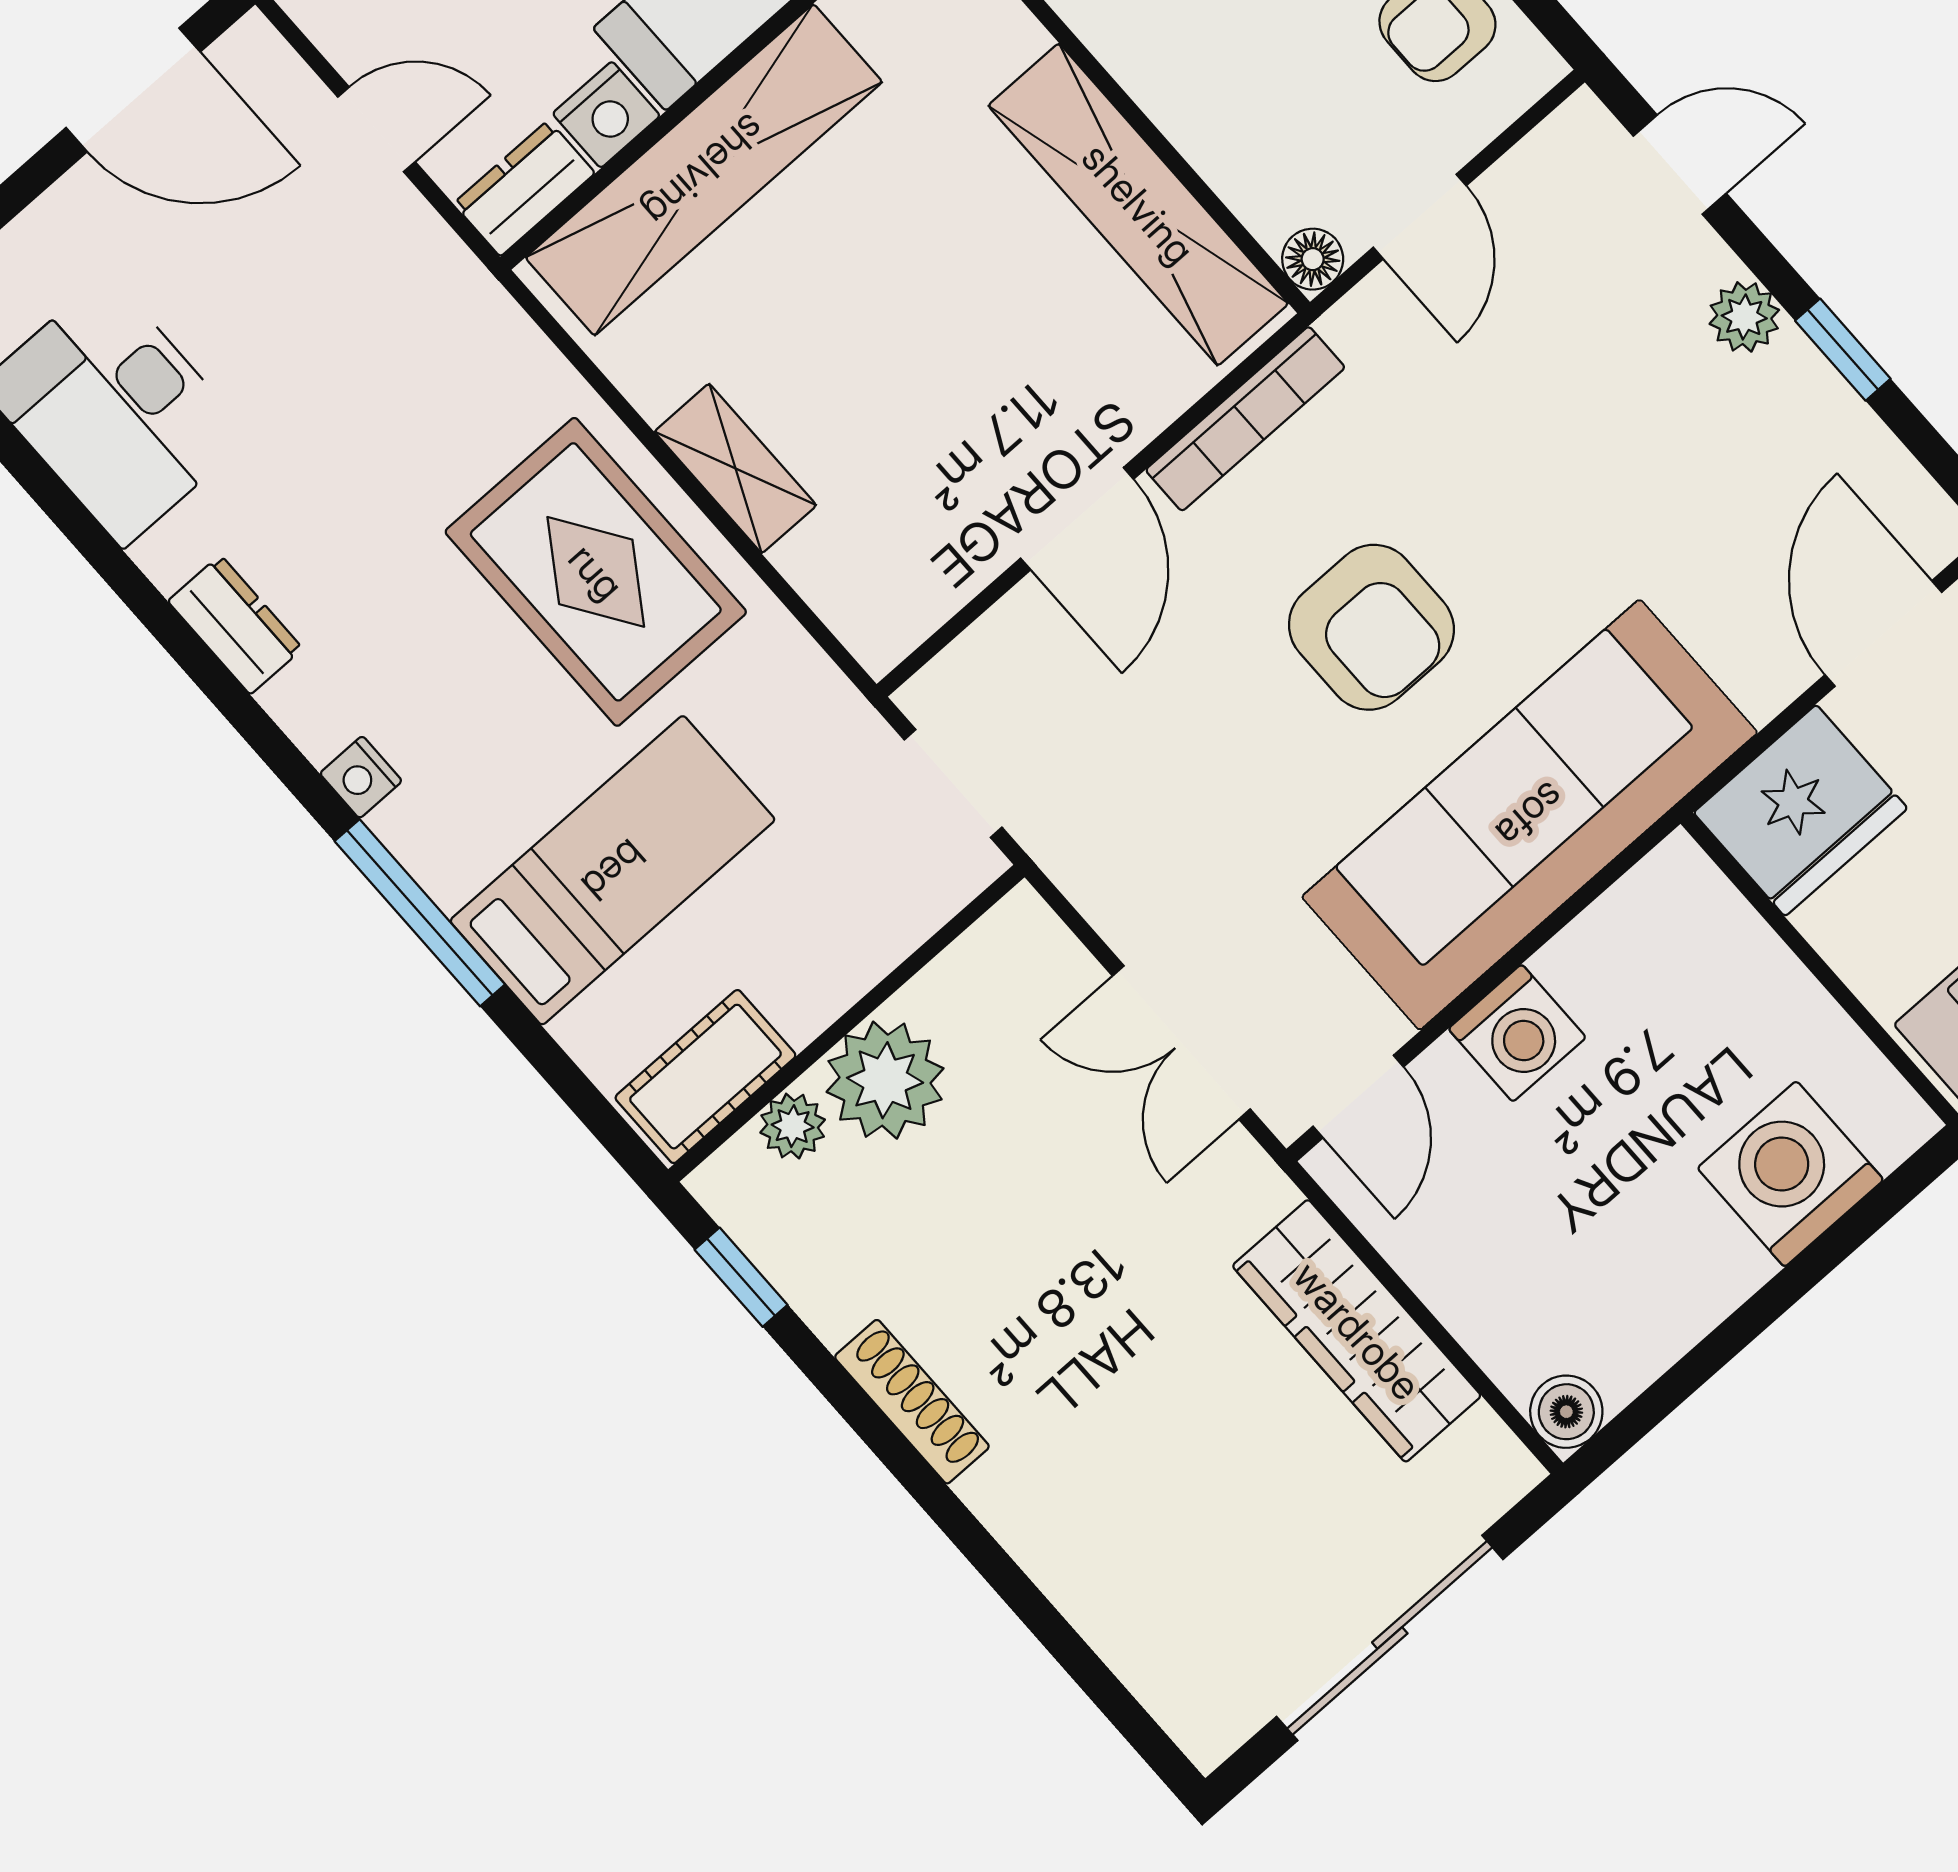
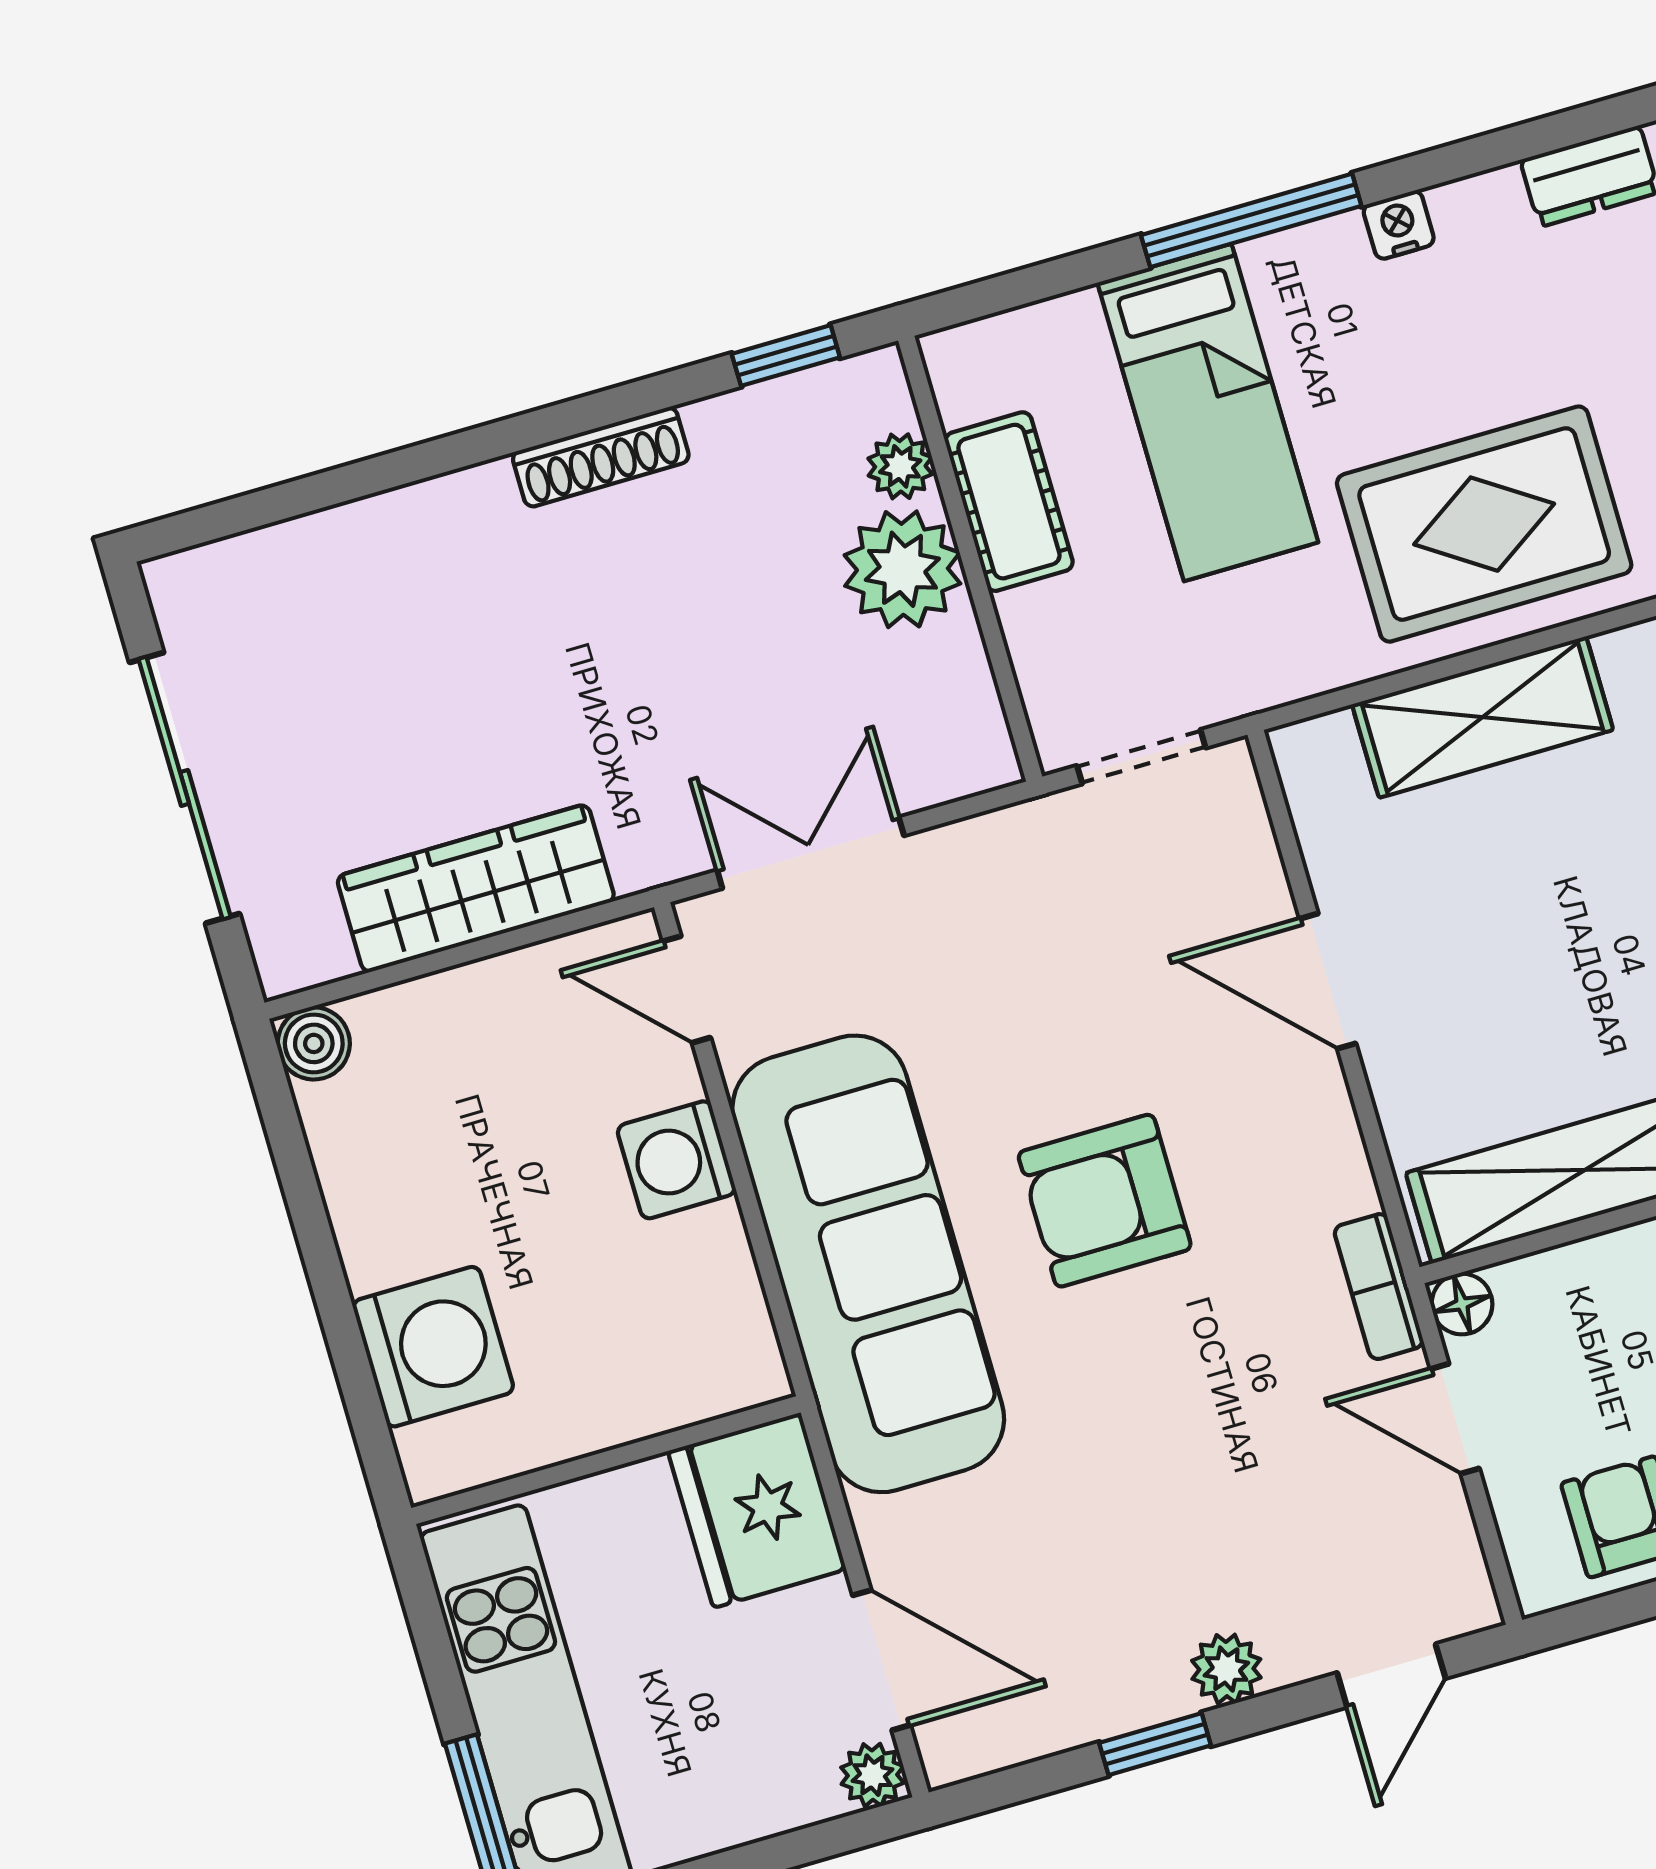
bookcase: (1245, 419) -> (1379, 1287), moved, width x0.64
shelving: (735, 468) -> (1483, 717), width x1.50, depth x1.33
cot: (705, 1077) -> (1009, 502), moved

